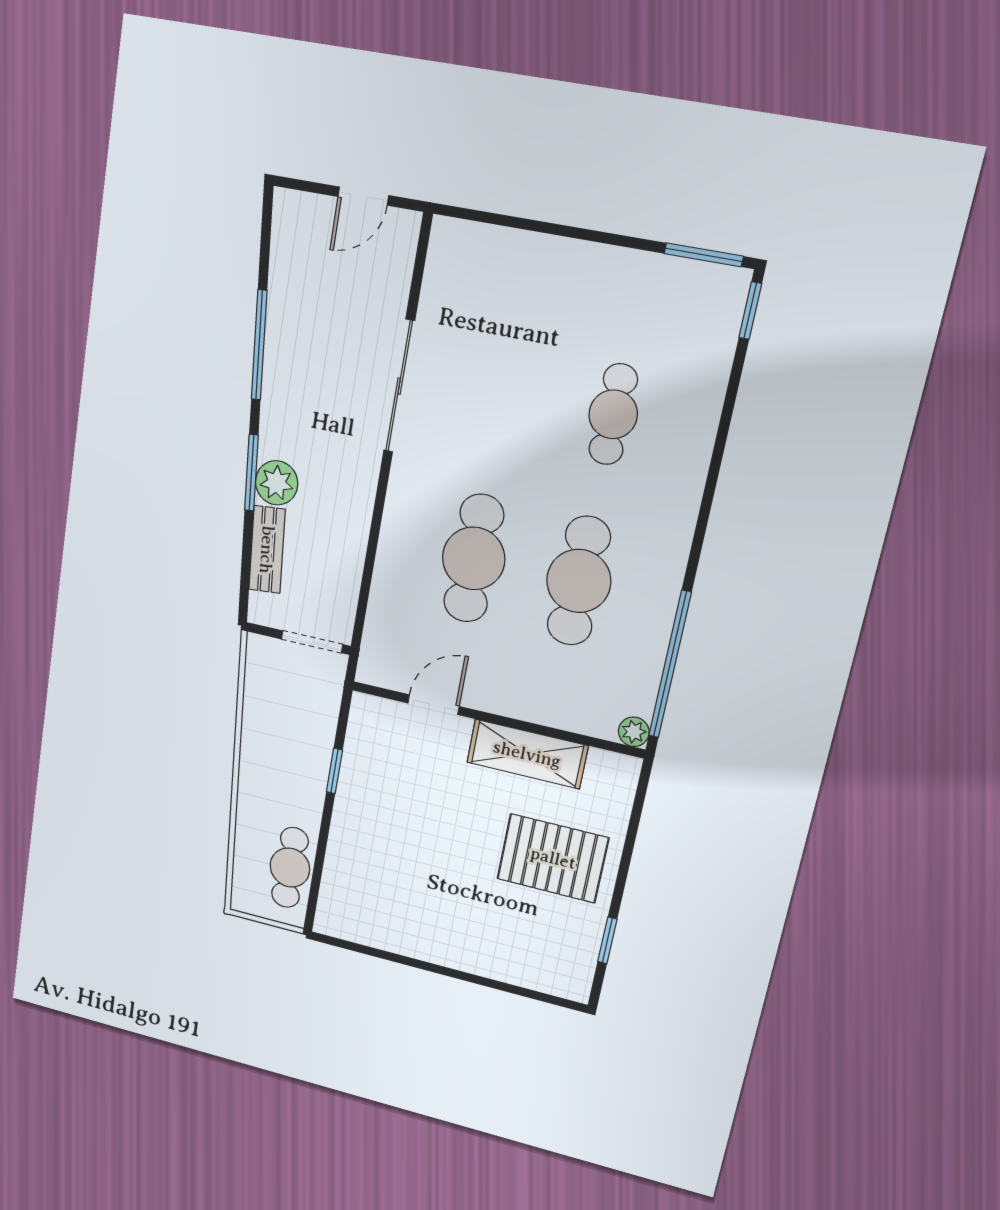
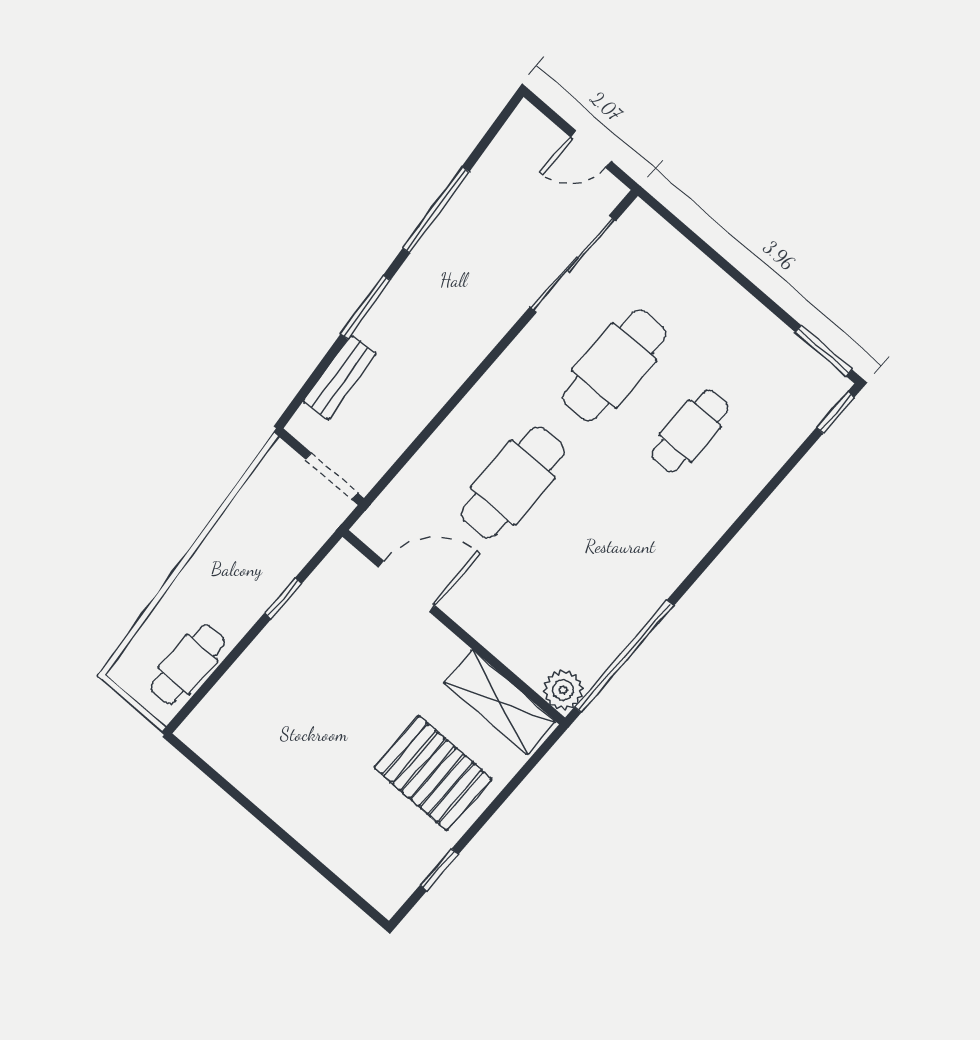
sliding door: (399, 386) -> (573, 264), moved
plant: (277, 483) -> (382, 328), removed
cafe table: (579, 581) -> (614, 365), moved
door: (433, 705) -> (407, 586), width x1.38
plant: (634, 732) -> (563, 690), width x1.38, depth x1.38
shelving: (527, 754) -> (500, 702), moved

